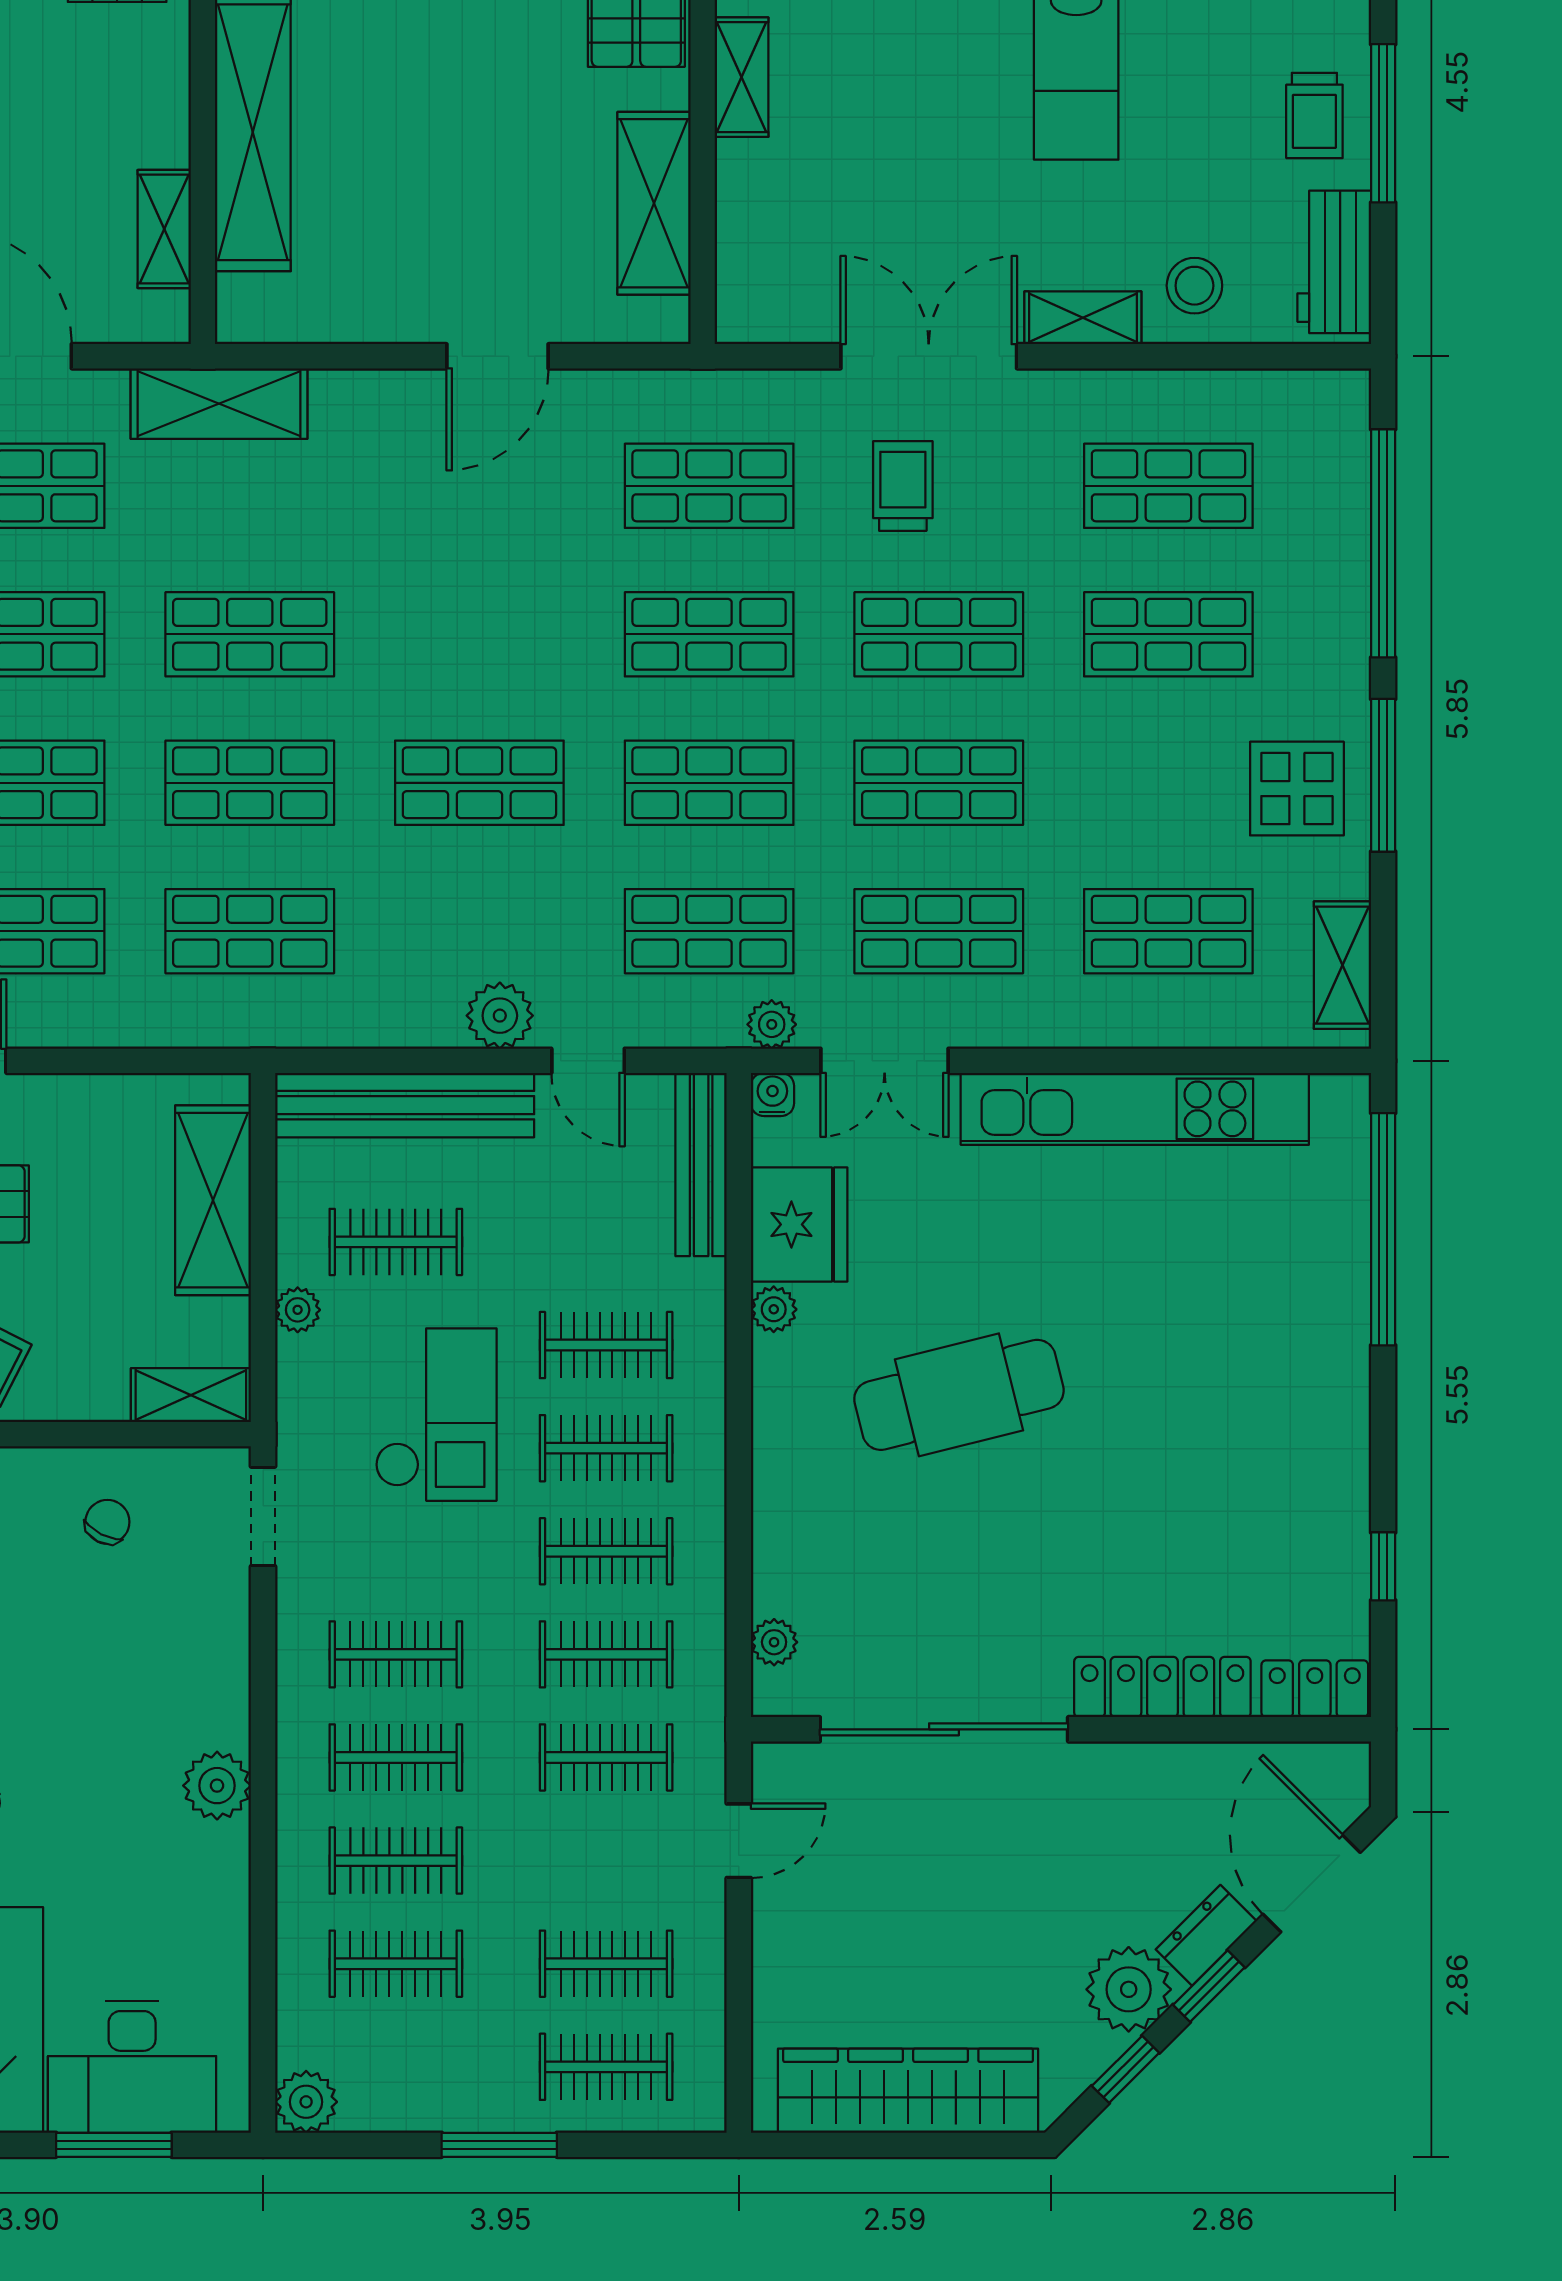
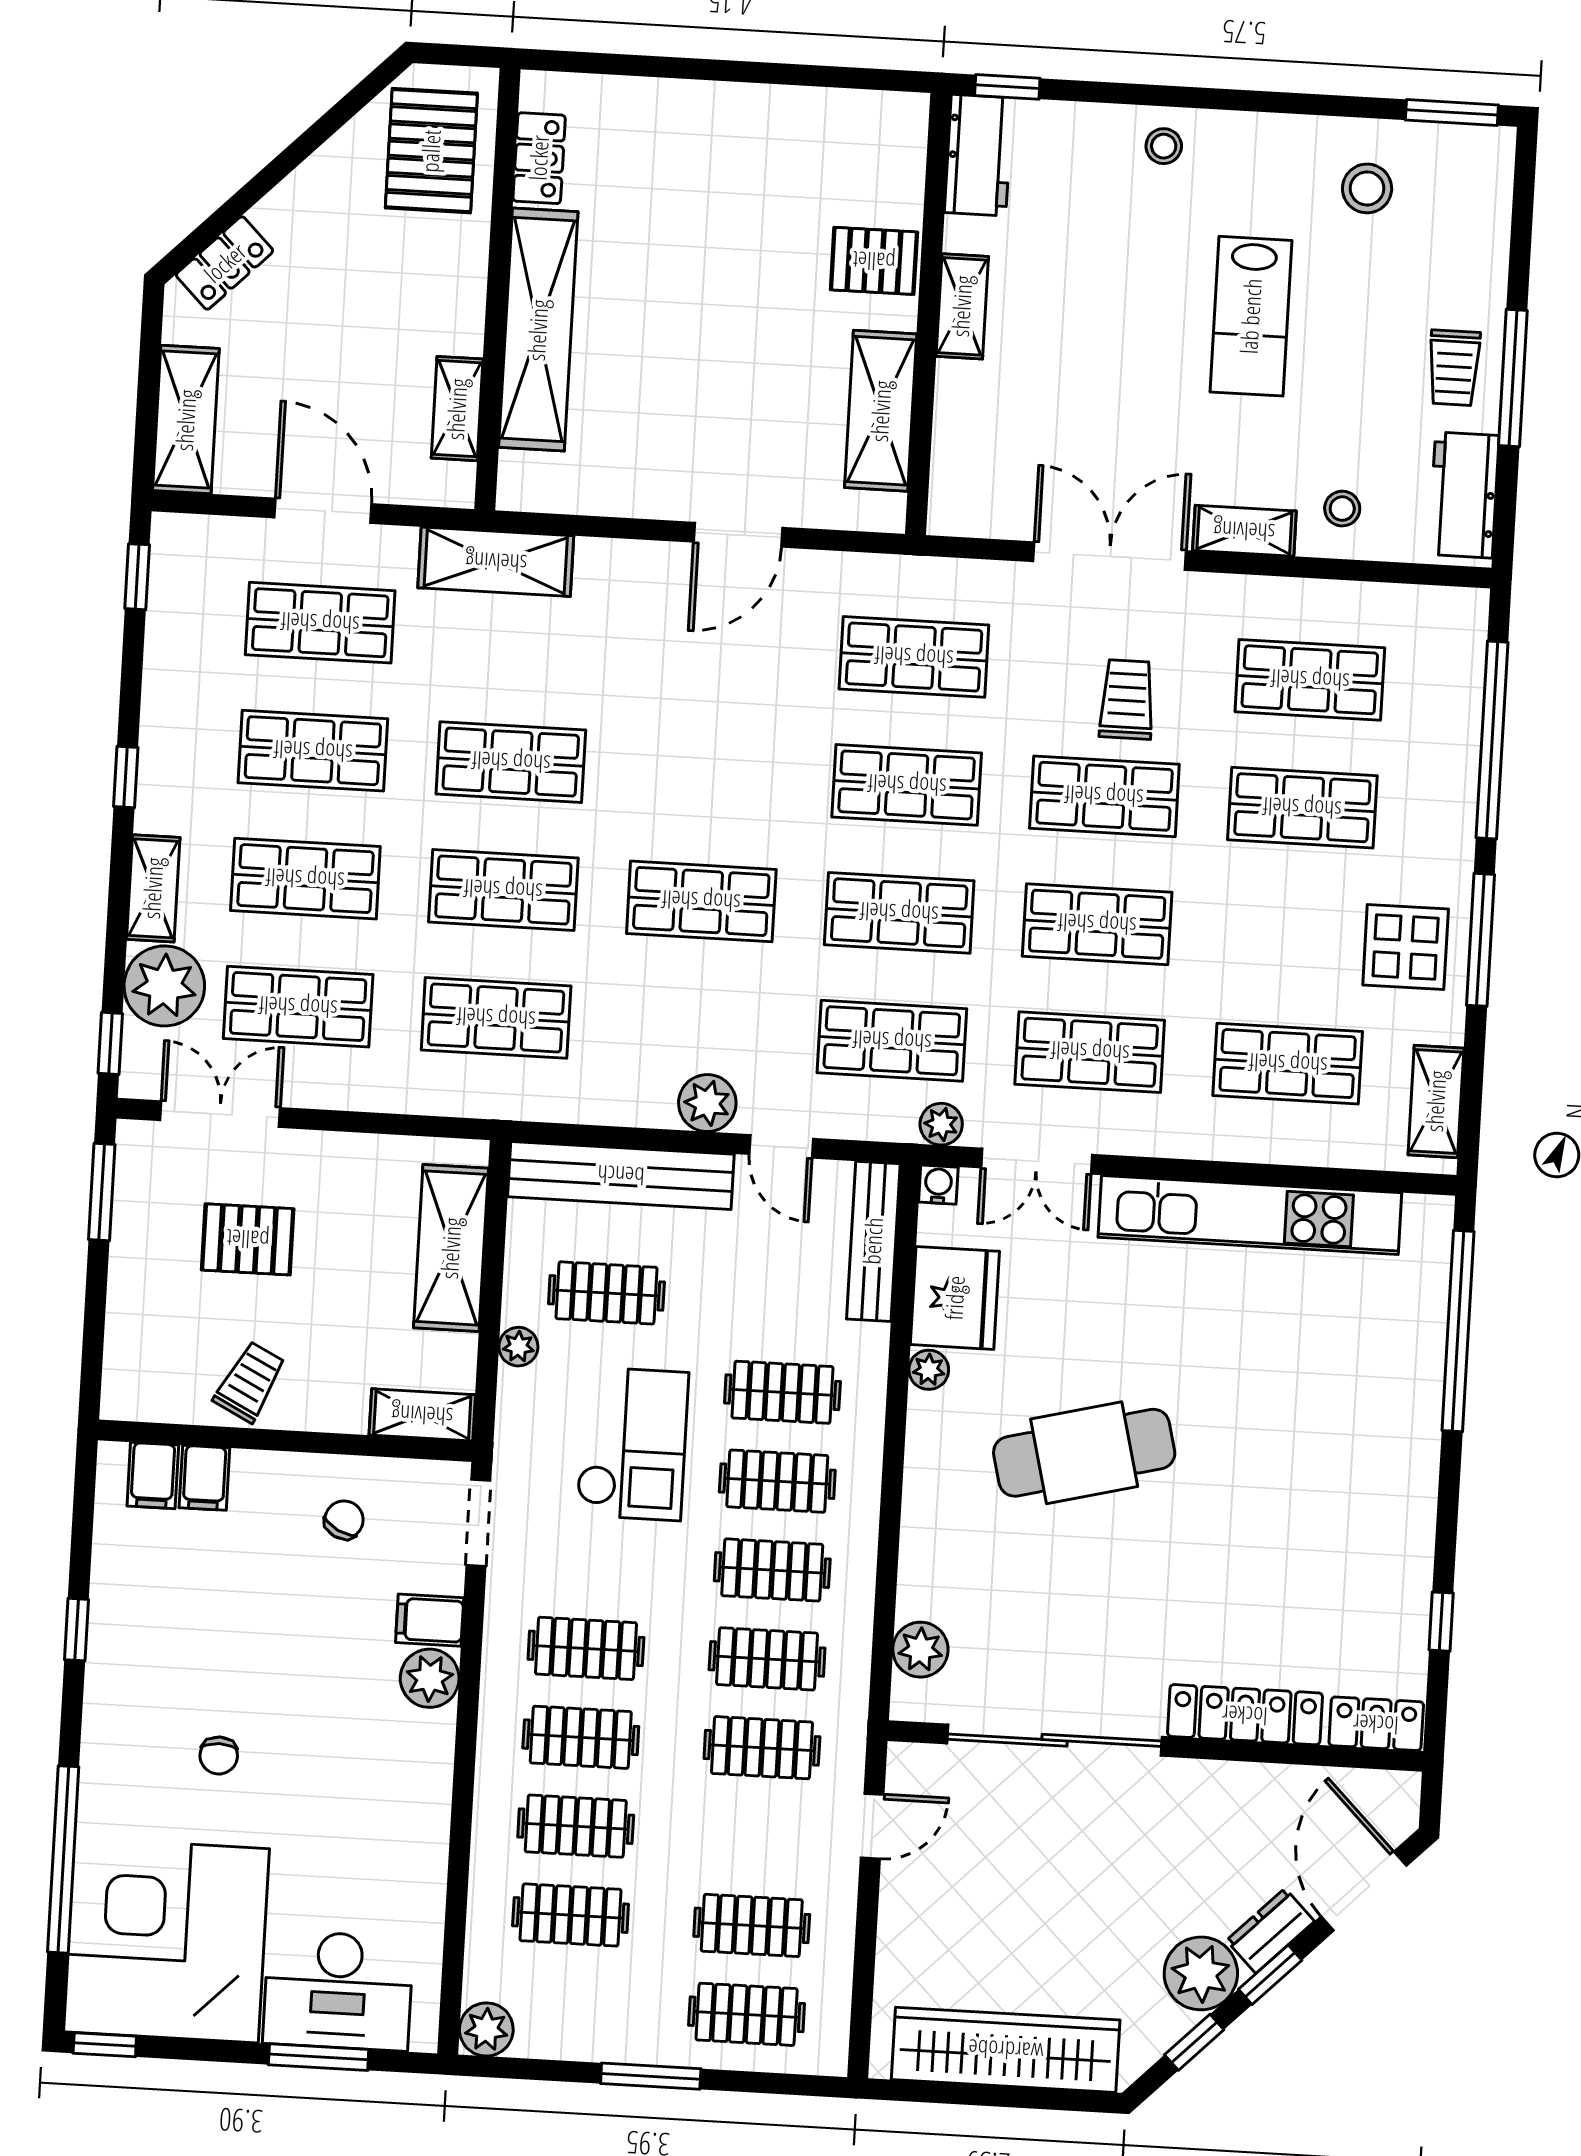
stool: (1194, 286) -> (1342, 509), width x0.73, depth x0.73
trolley: (903, 486) -> (1127, 700), moved
filing cabinet: (213, 1632) -> (430, 1620), added
plant: (774, 1642) -> (920, 1650), width x1.38, depth x1.38
plant: (217, 1786) -> (430, 1678), moved

